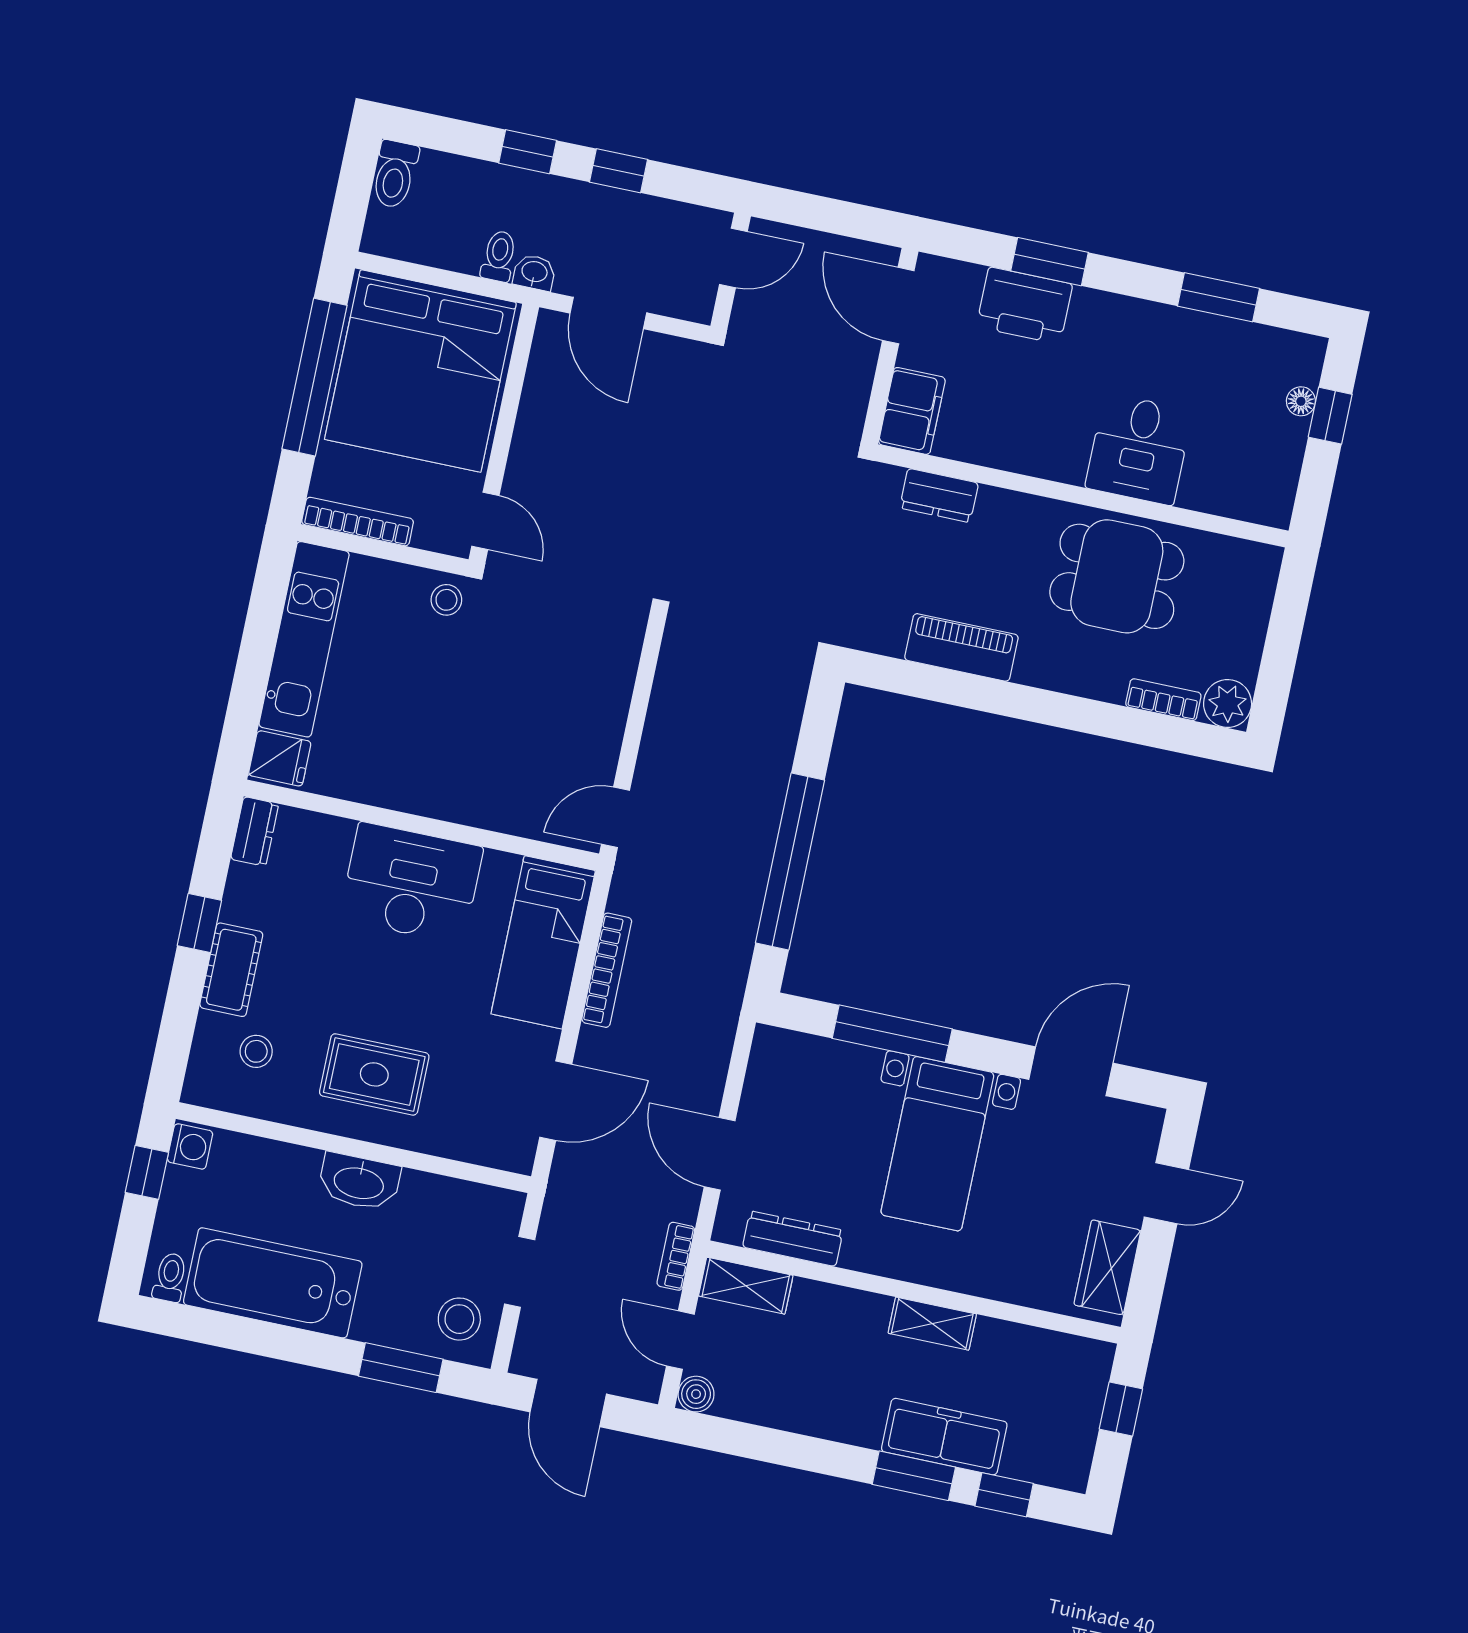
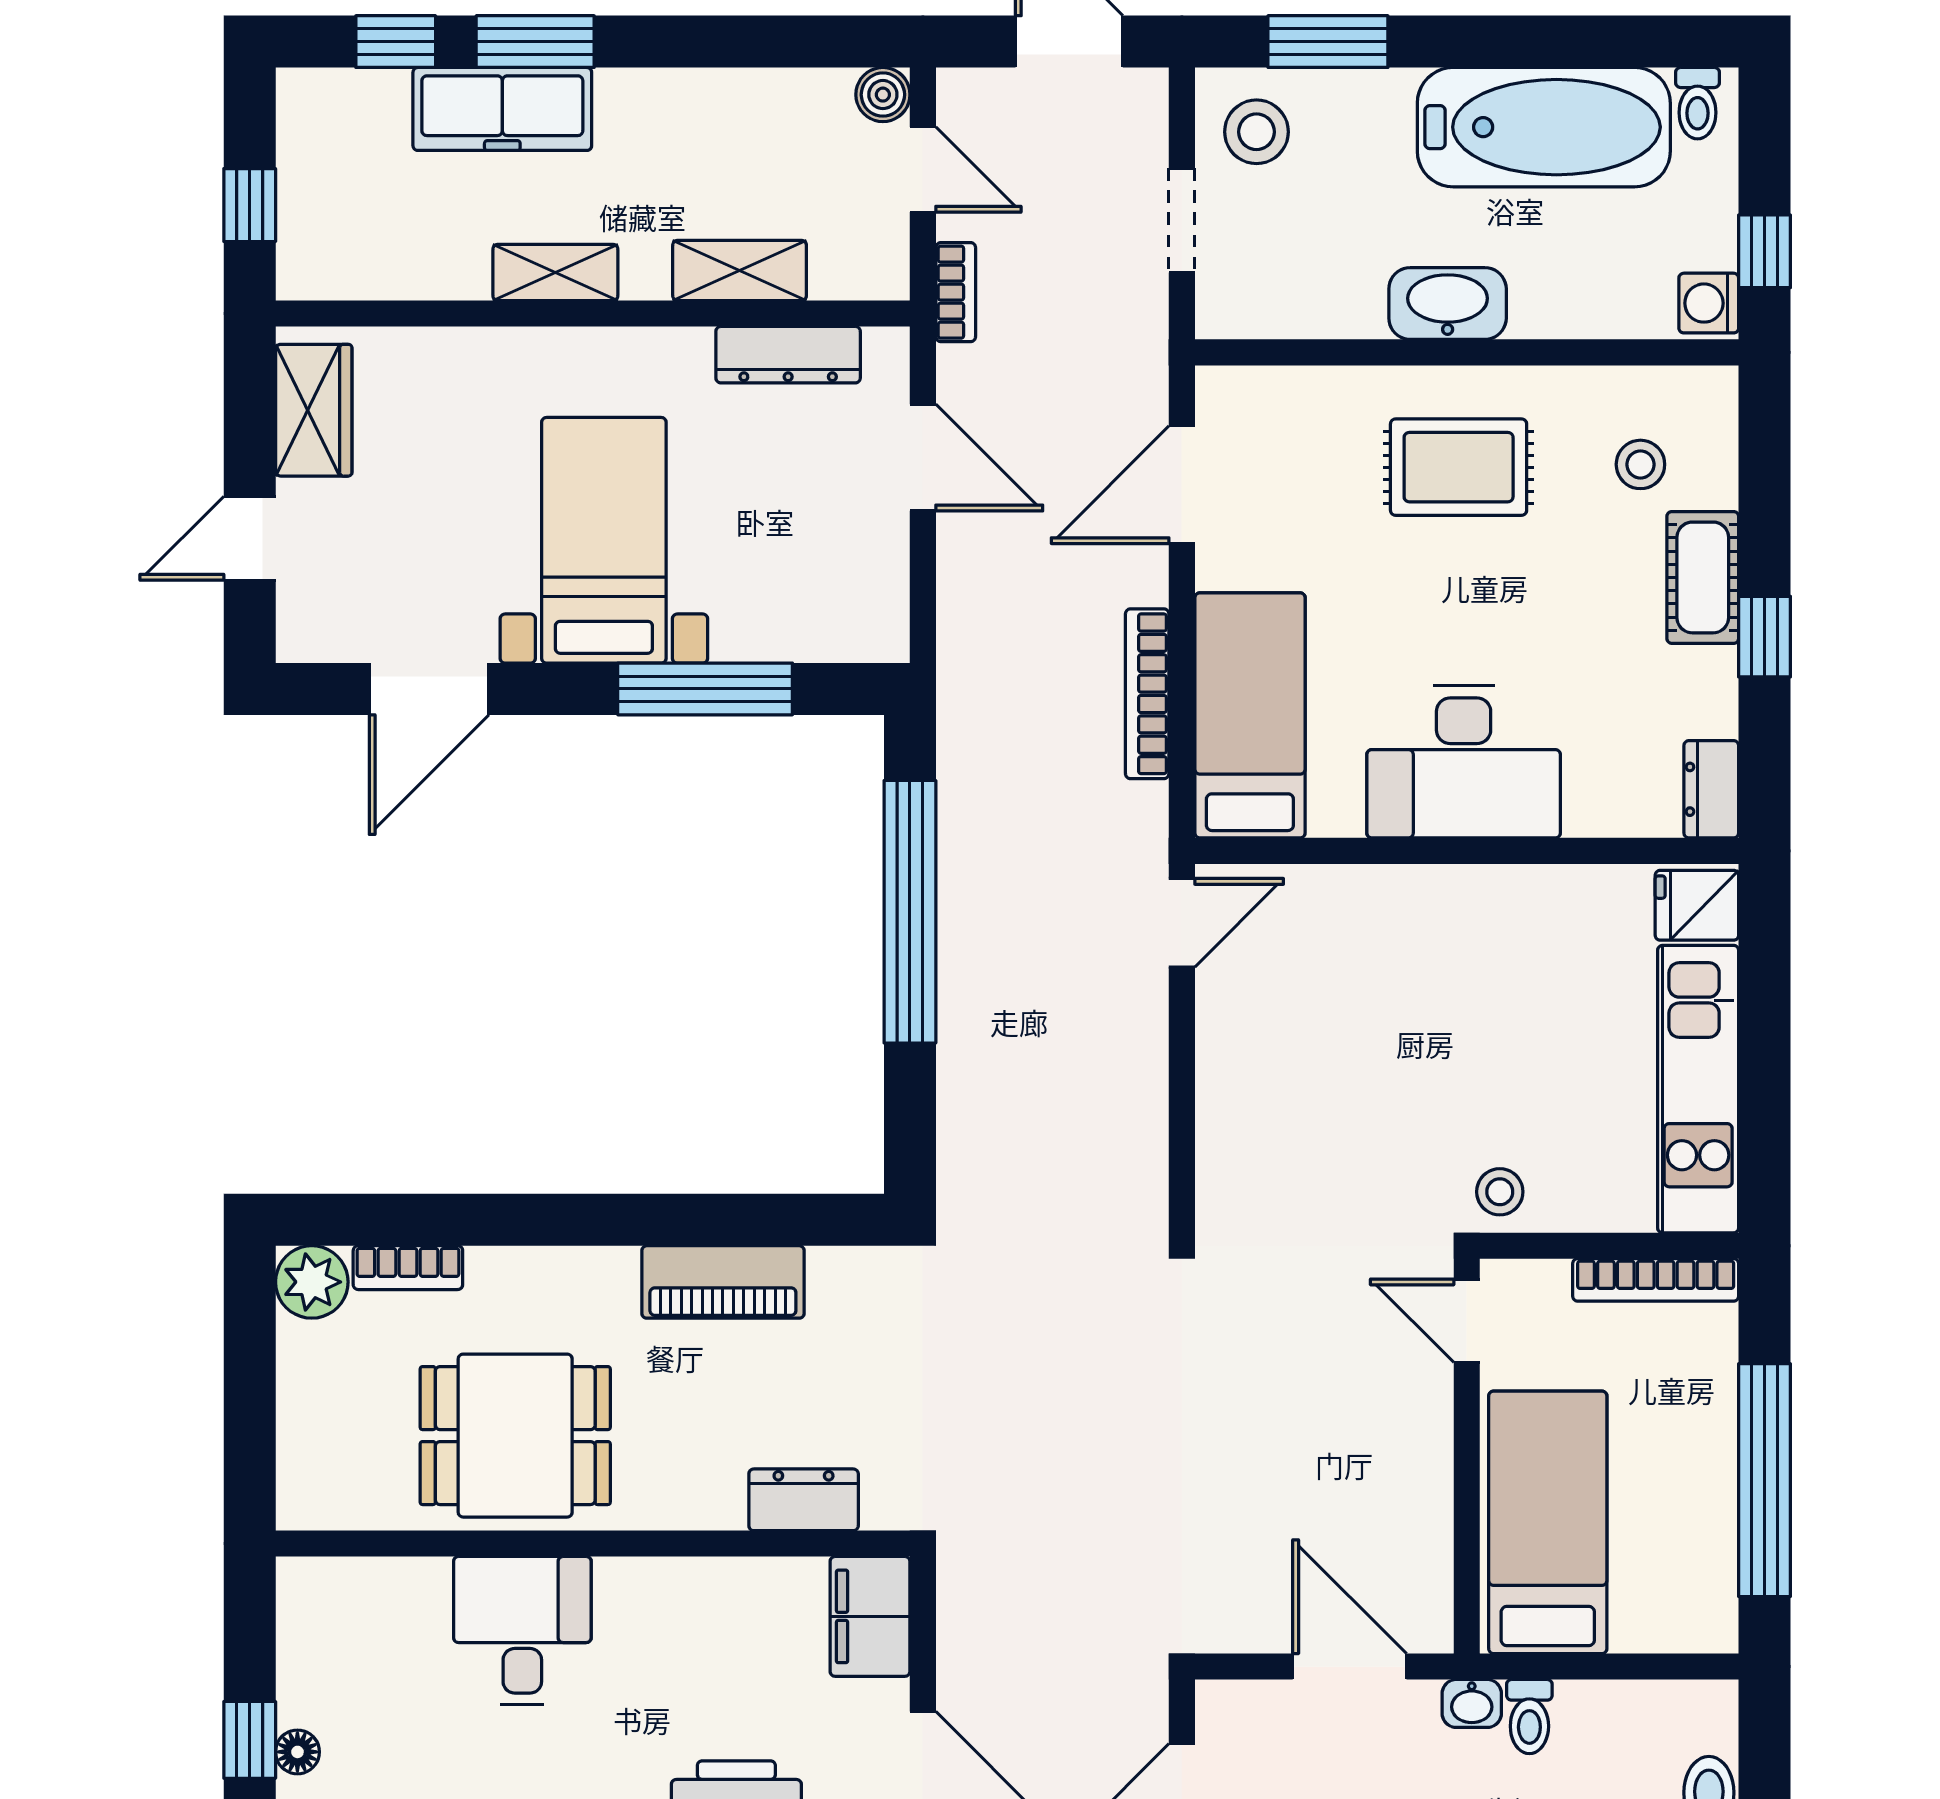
bed: (421, 371) -> (1548, 1522), width x0.49
shelving: (746, 1286) -> (740, 270), moved

